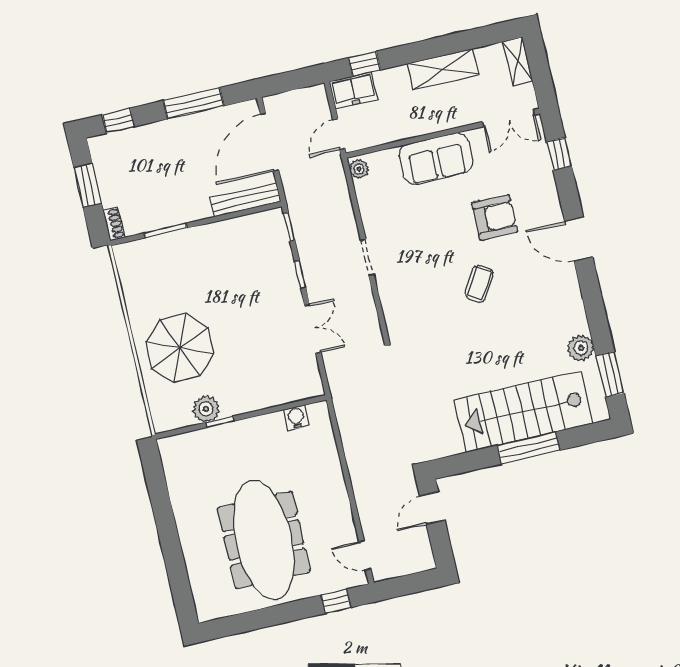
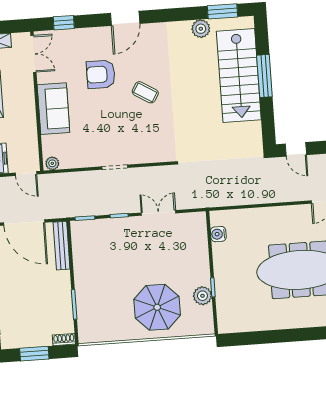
armchair: (495, 217) -> (101, 74), turned -90

